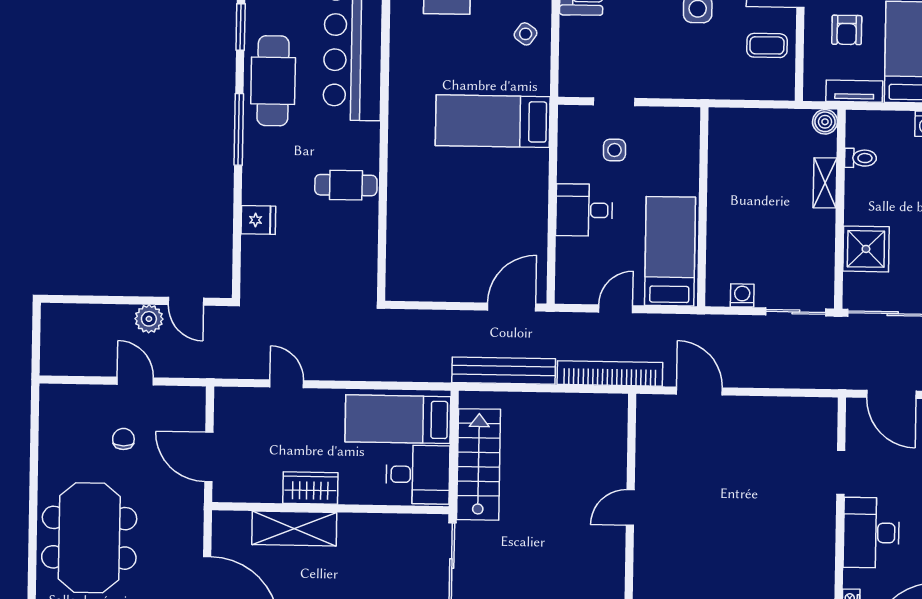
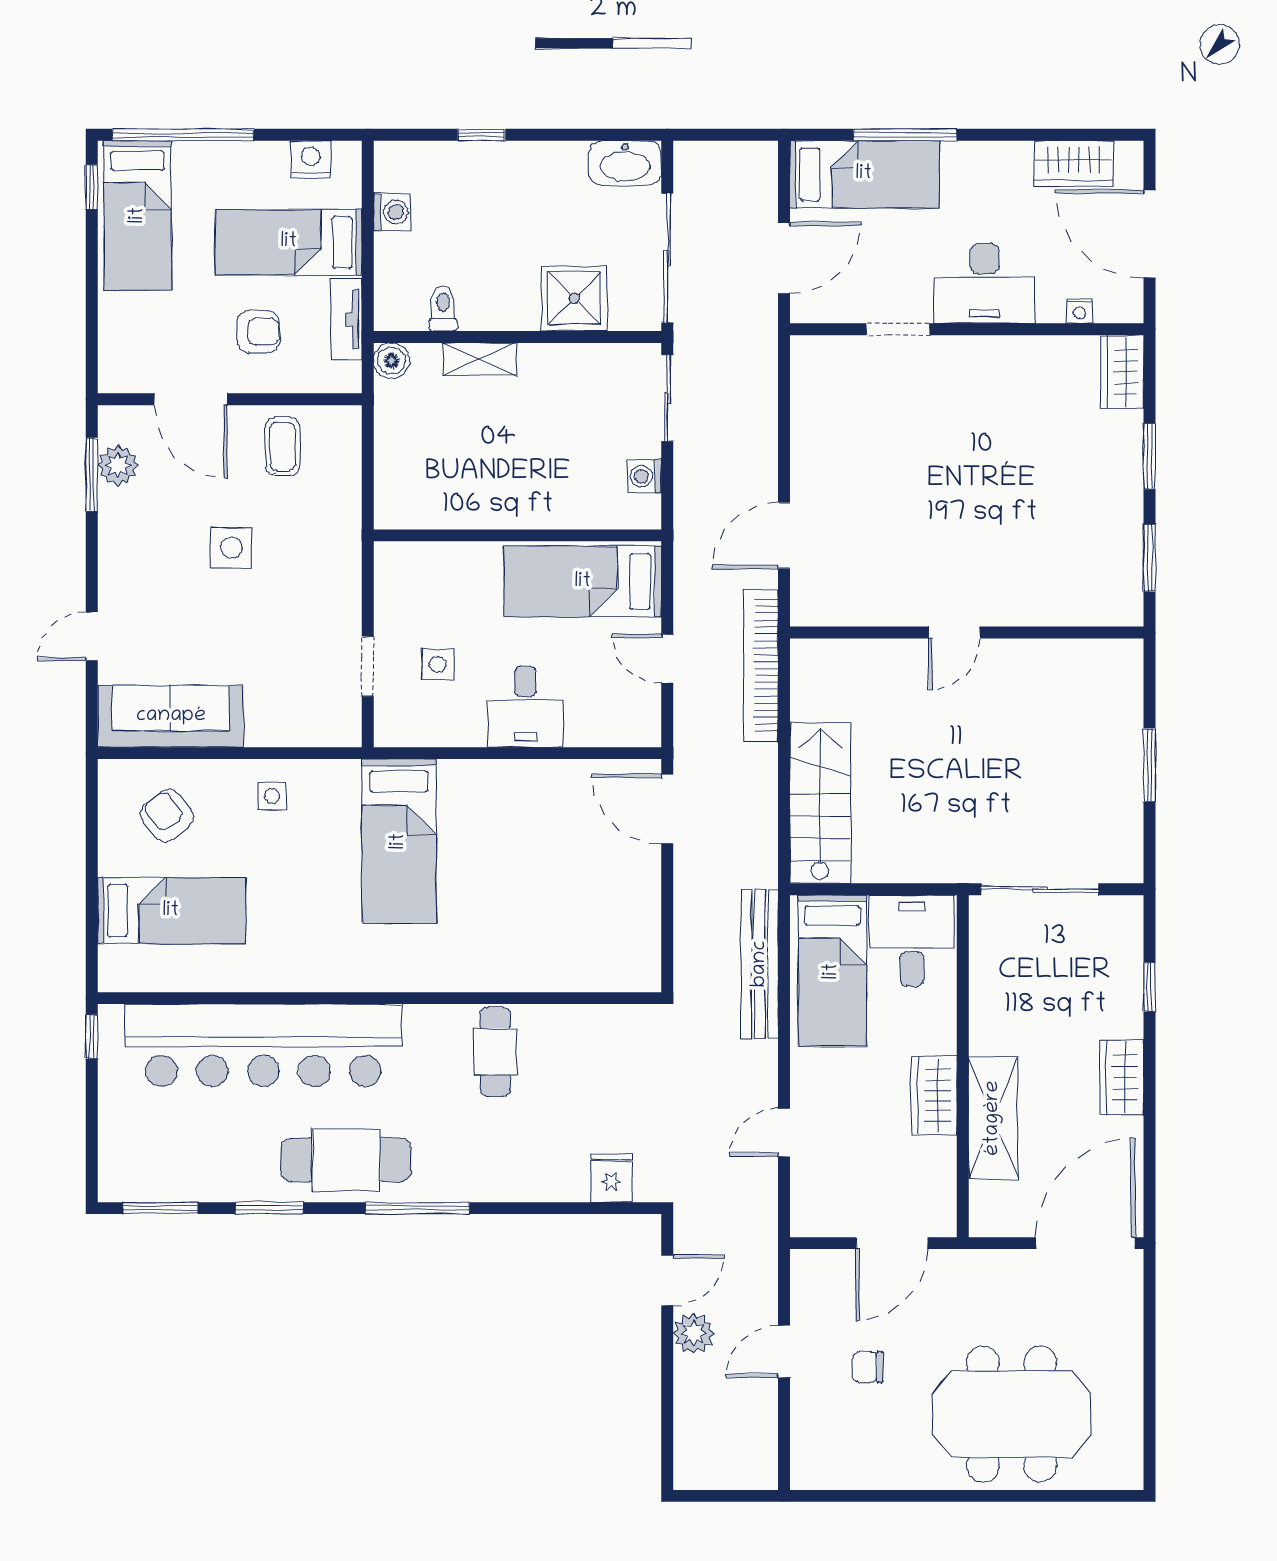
side table: (526, 34) -> (272, 796), turned -35
fridge: (258, 220) -> (611, 1178), moved
bench: (504, 371) -> (760, 964), moved
stairs: (479, 464) -> (820, 803), moved, turned 90
door: (630, 508) -> (954, 633), hinge flipped

